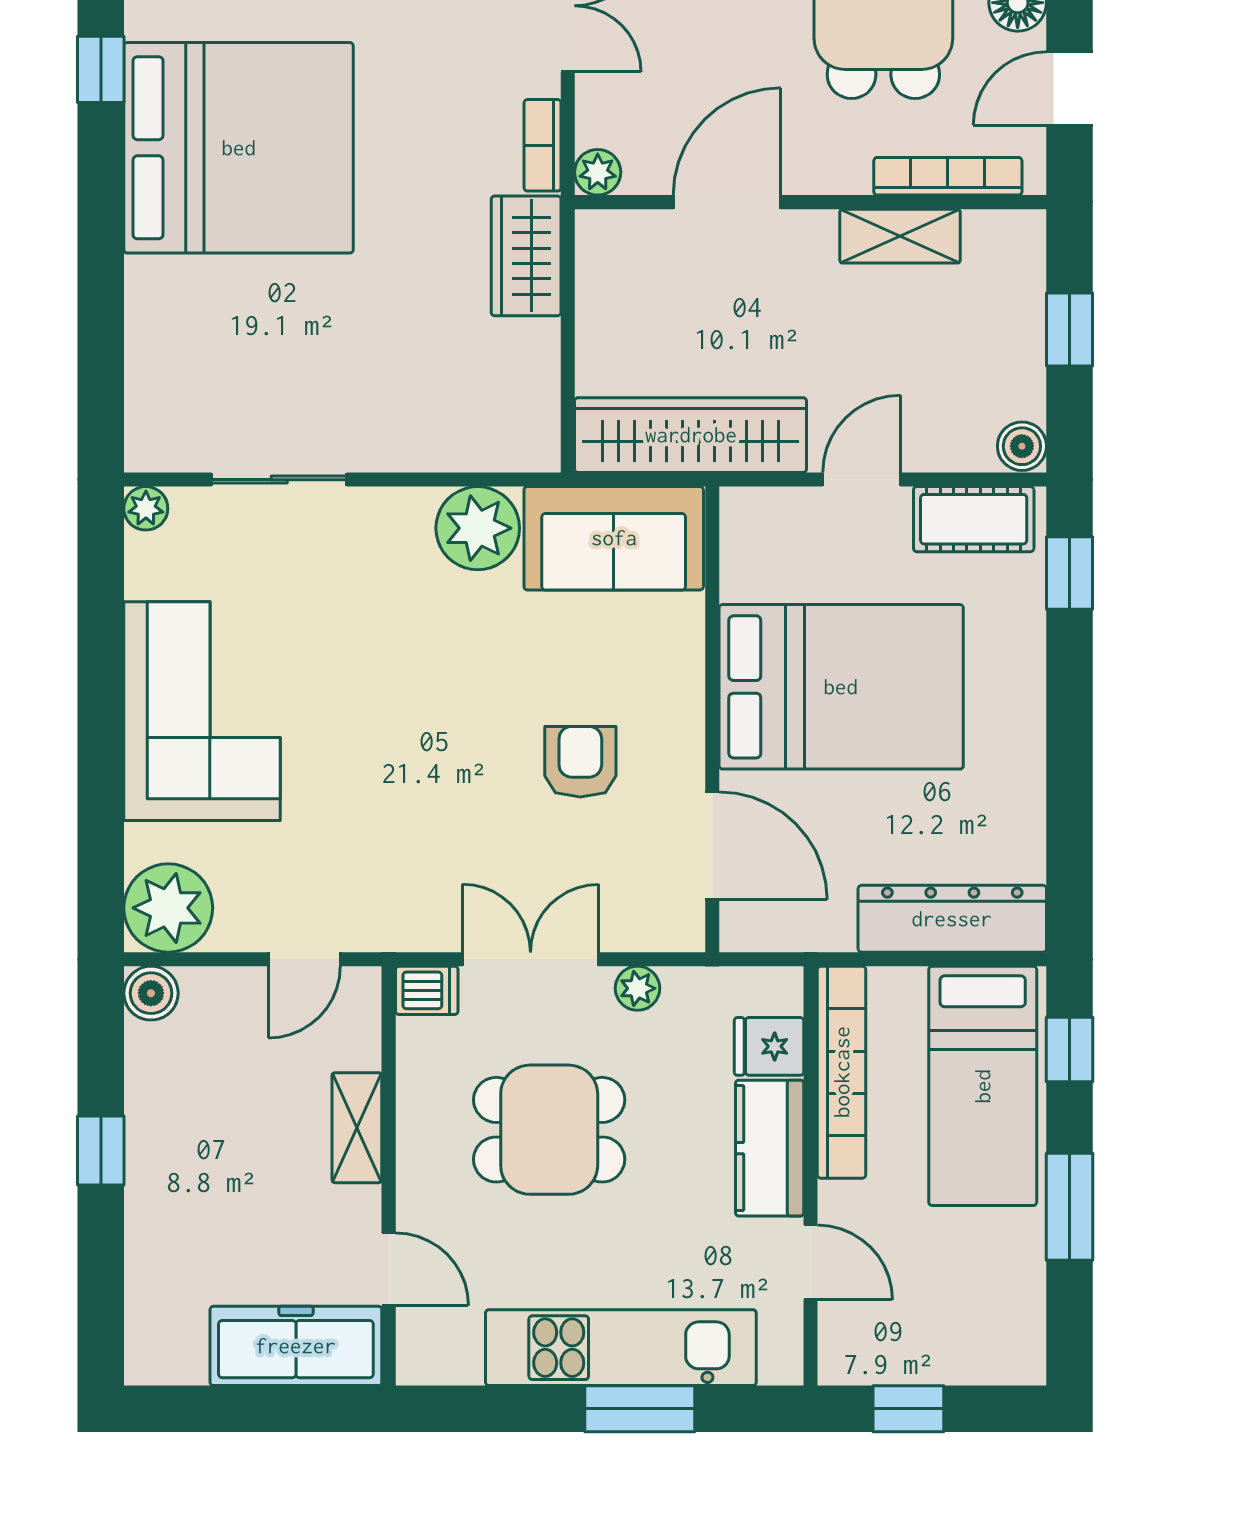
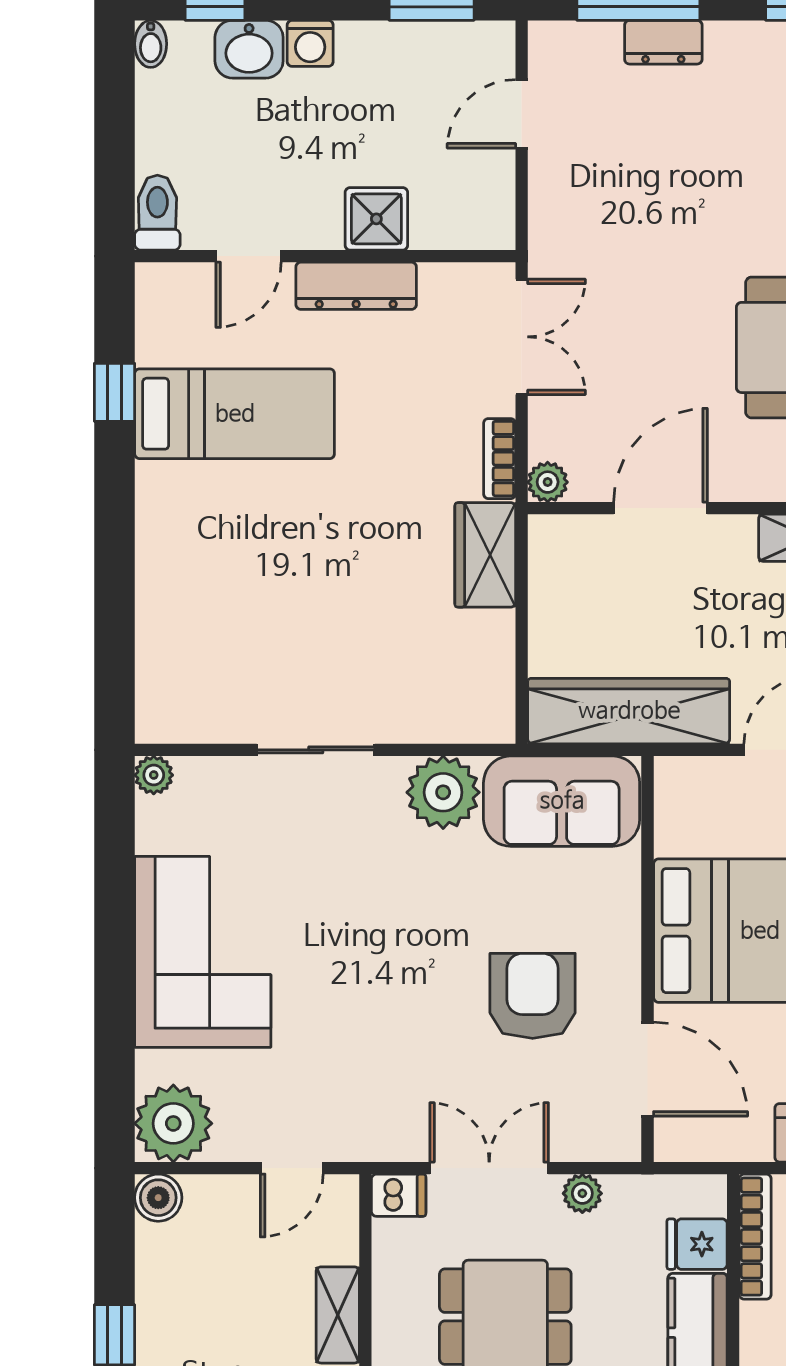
bed: (239, 148) -> (235, 414), width x0.49
sliding door: (279, 480) -> (316, 750), moved
armchair: (580, 762) -> (533, 996), width x1.38, depth x1.38
bookcase: (842, 1072) -> (755, 1237), width x0.68, depth x0.76

